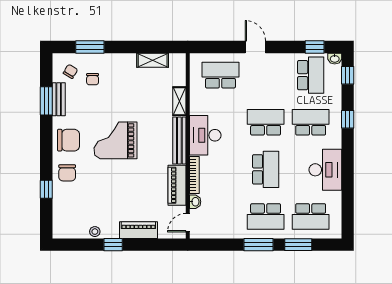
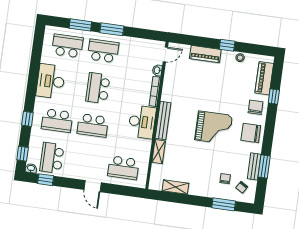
piano: (177, 185) -> (264, 78), moved, turned 180

